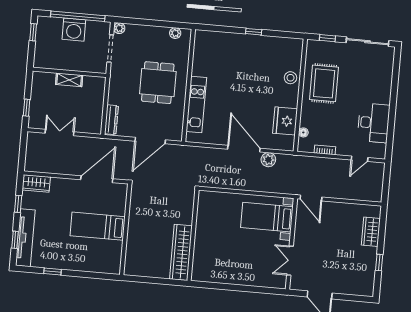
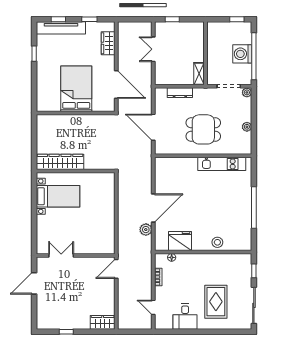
window: (254, 32) -> (254, 207), width x3.17
plant: (175, 33) -> (247, 127), moved
shelving: (69, 80) -> (199, 74), moved
rug: (324, 83) -> (216, 302), moved, turned 90
kitchen unit: (196, 105) -> (222, 164), moved
dresser: (111, 120) -> (180, 93), moved
desk: (374, 123) -> (185, 317), width x0.73
double door: (59, 133) -> (153, 49), swing flipped
wardrobe: (36, 183) -> (108, 43), moved
bed with nightstands: (267, 217) -> (58, 196), moved, turned 90
bed: (98, 226) -> (76, 89), width x1.50
wardrobe: (371, 232) -> (103, 322), moved

